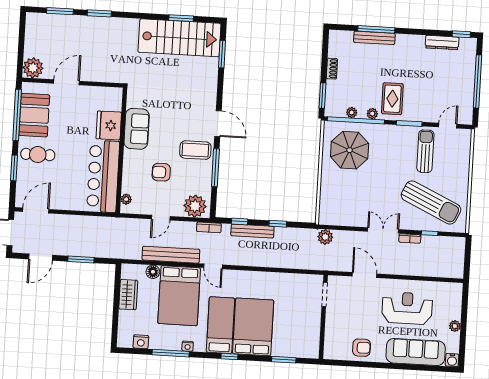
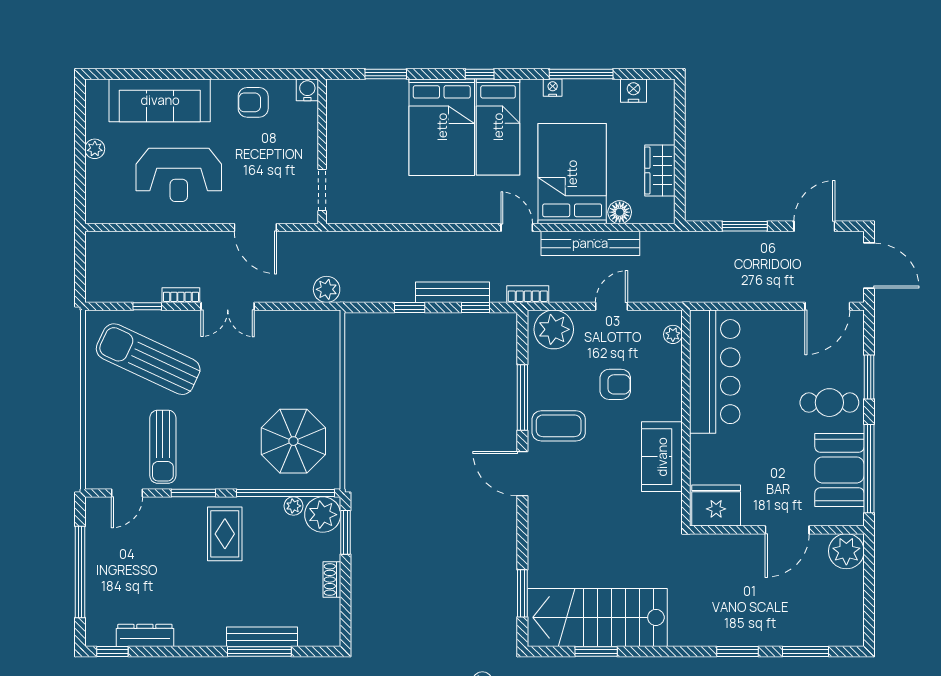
plant: (372, 114) -> (323, 515), moved, width x1.87, depth x1.87
fridge: (109, 125) -> (716, 506), moved, turned -90
water cooler: (452, 360) -> (307, 90), moved

